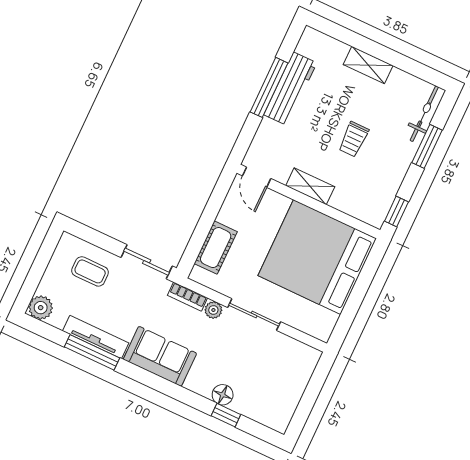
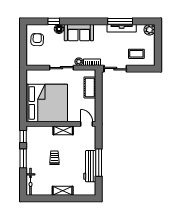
window: (427, 146) -> (23, 158), moved
sofa: (160, 356) -> (79, 33), moved
armchair: (277, 394) -> (37, 40), added

